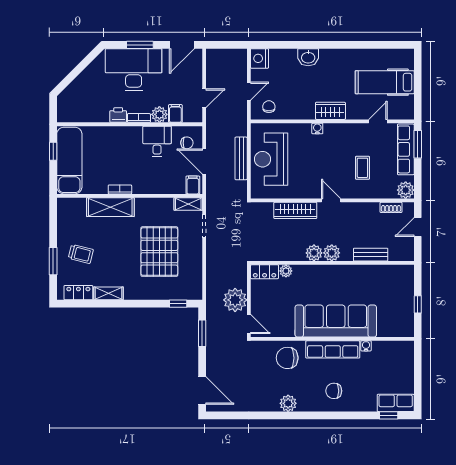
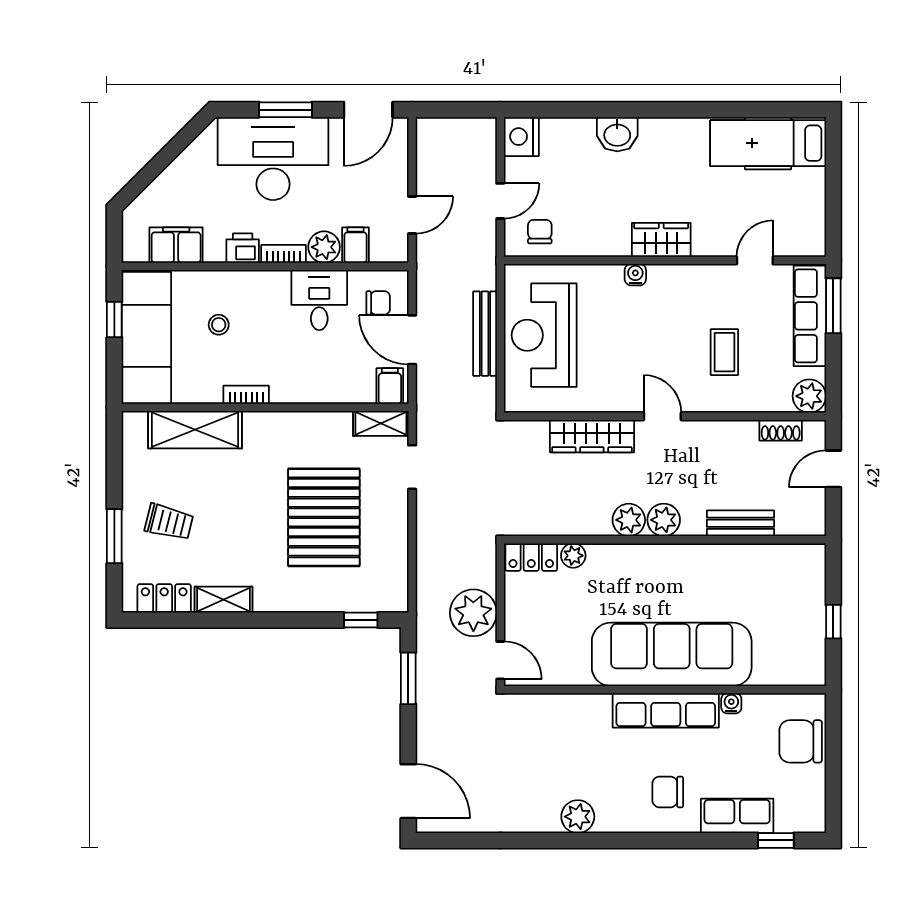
hospital bed: (385, 82) -> (768, 143), moved
filing cabinet: (84, 113) -> (176, 245), added
stool: (106, 154) -> (219, 325), added
shelving: (110, 207) -> (195, 430), moved
chair: (287, 358) -> (801, 741), moved
row of seats: (396, 403) -> (737, 816), moved

